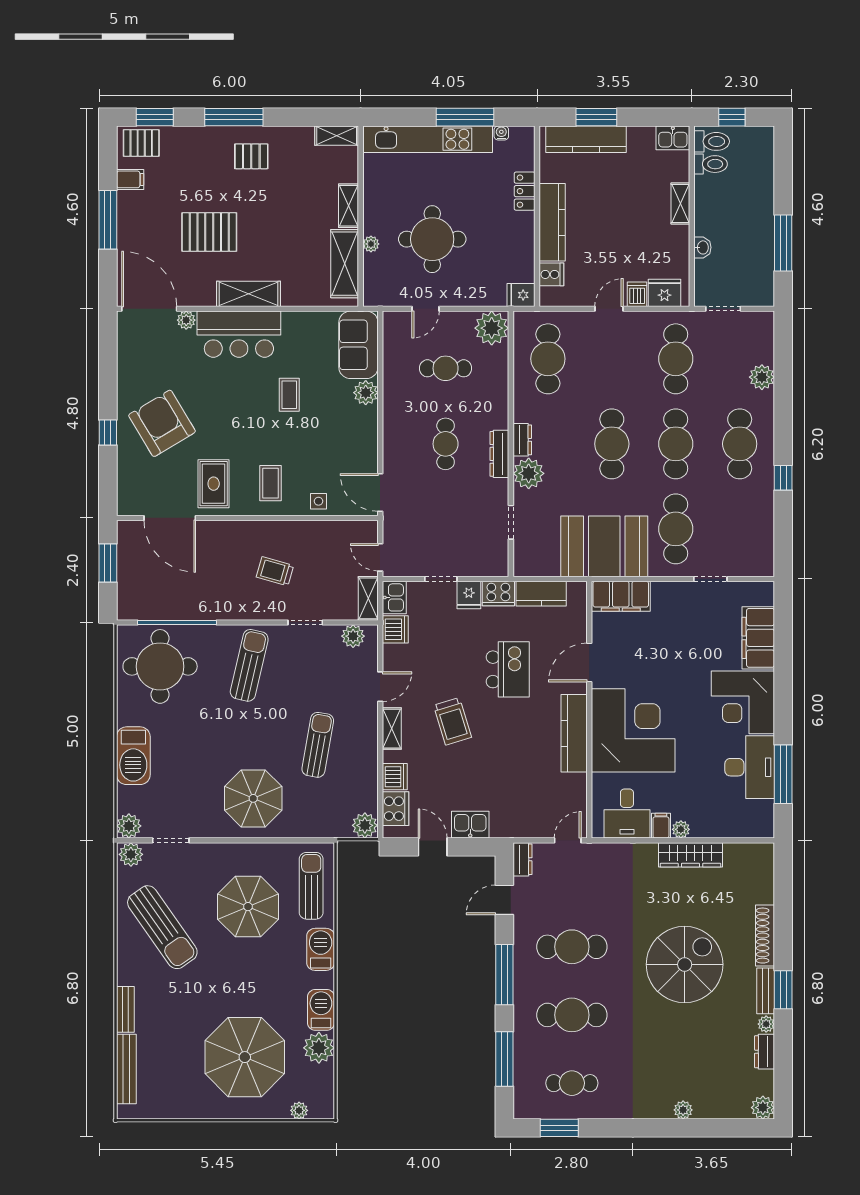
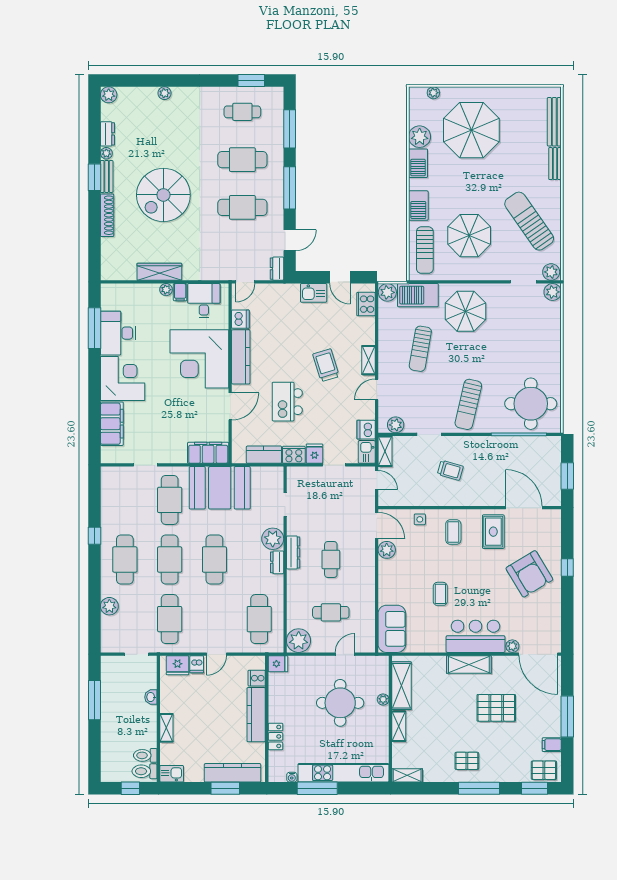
plant: (366, 393) -> (387, 550), moved
barbecue: (133, 756) -> (418, 295), moved, turned -90
dishwasher: (395, 777) -> (240, 319), moved, turned 180

